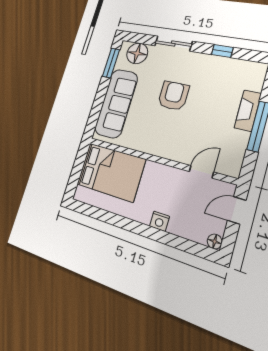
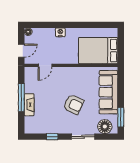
armchair: (173, 96) -> (73, 104), turned -65

